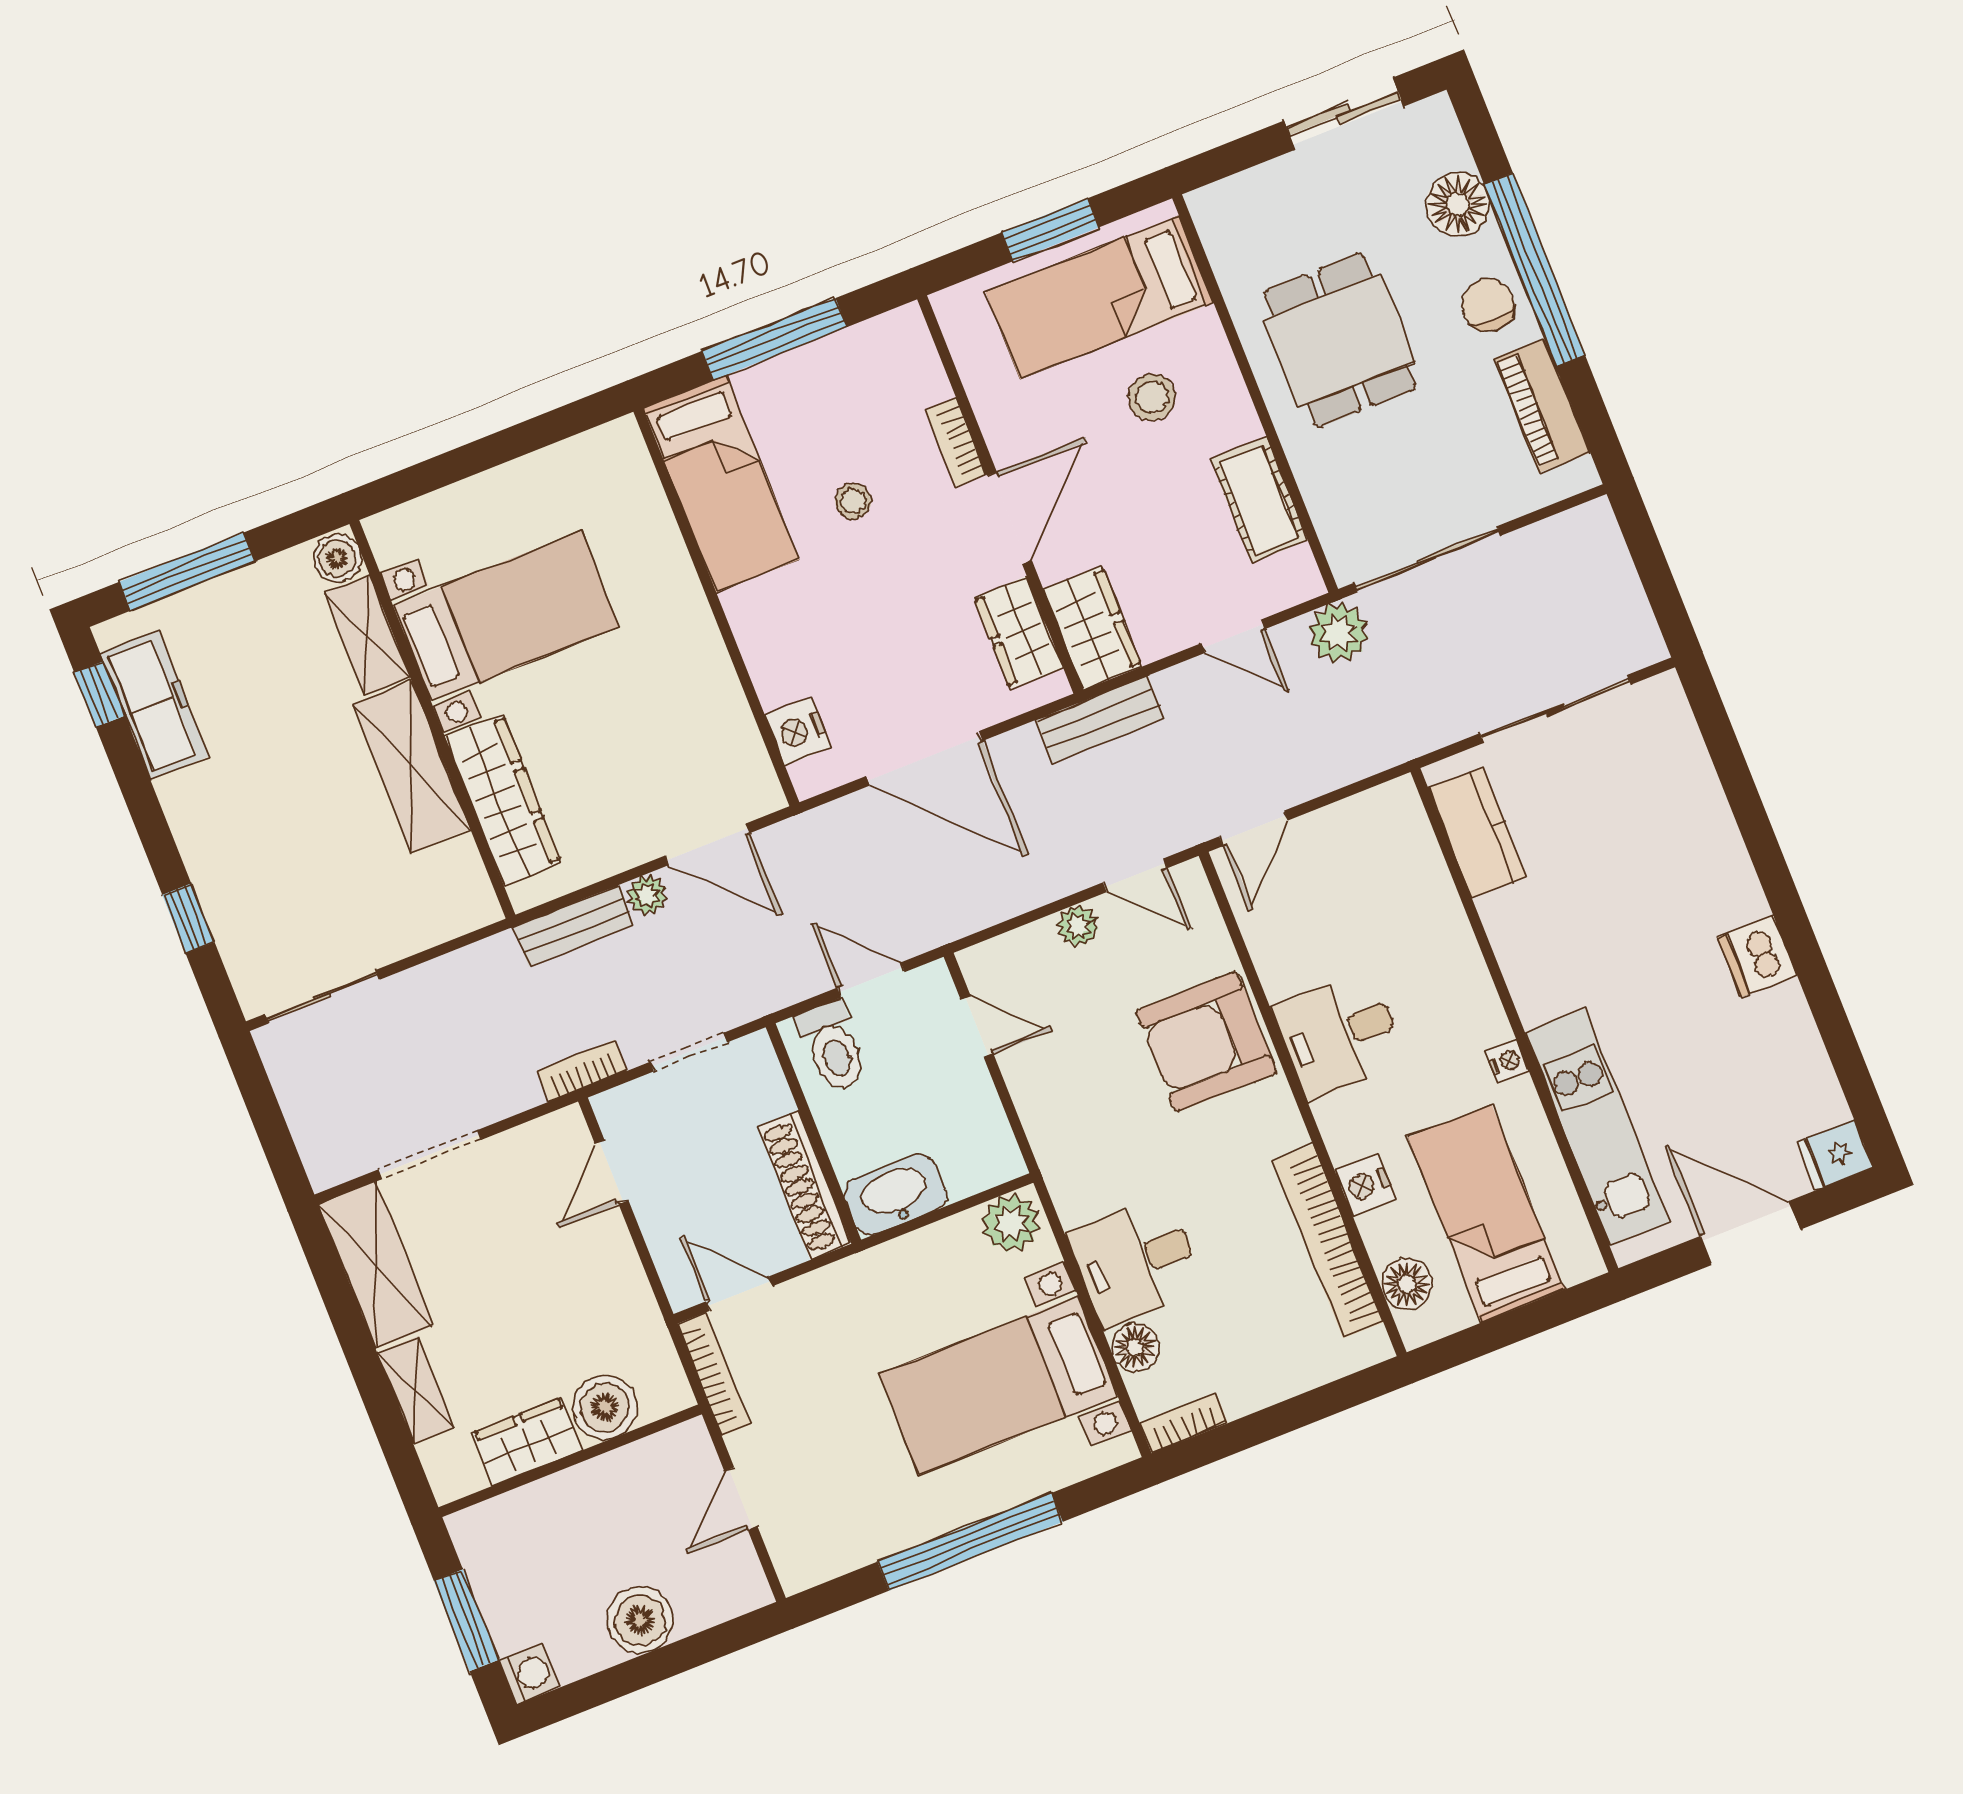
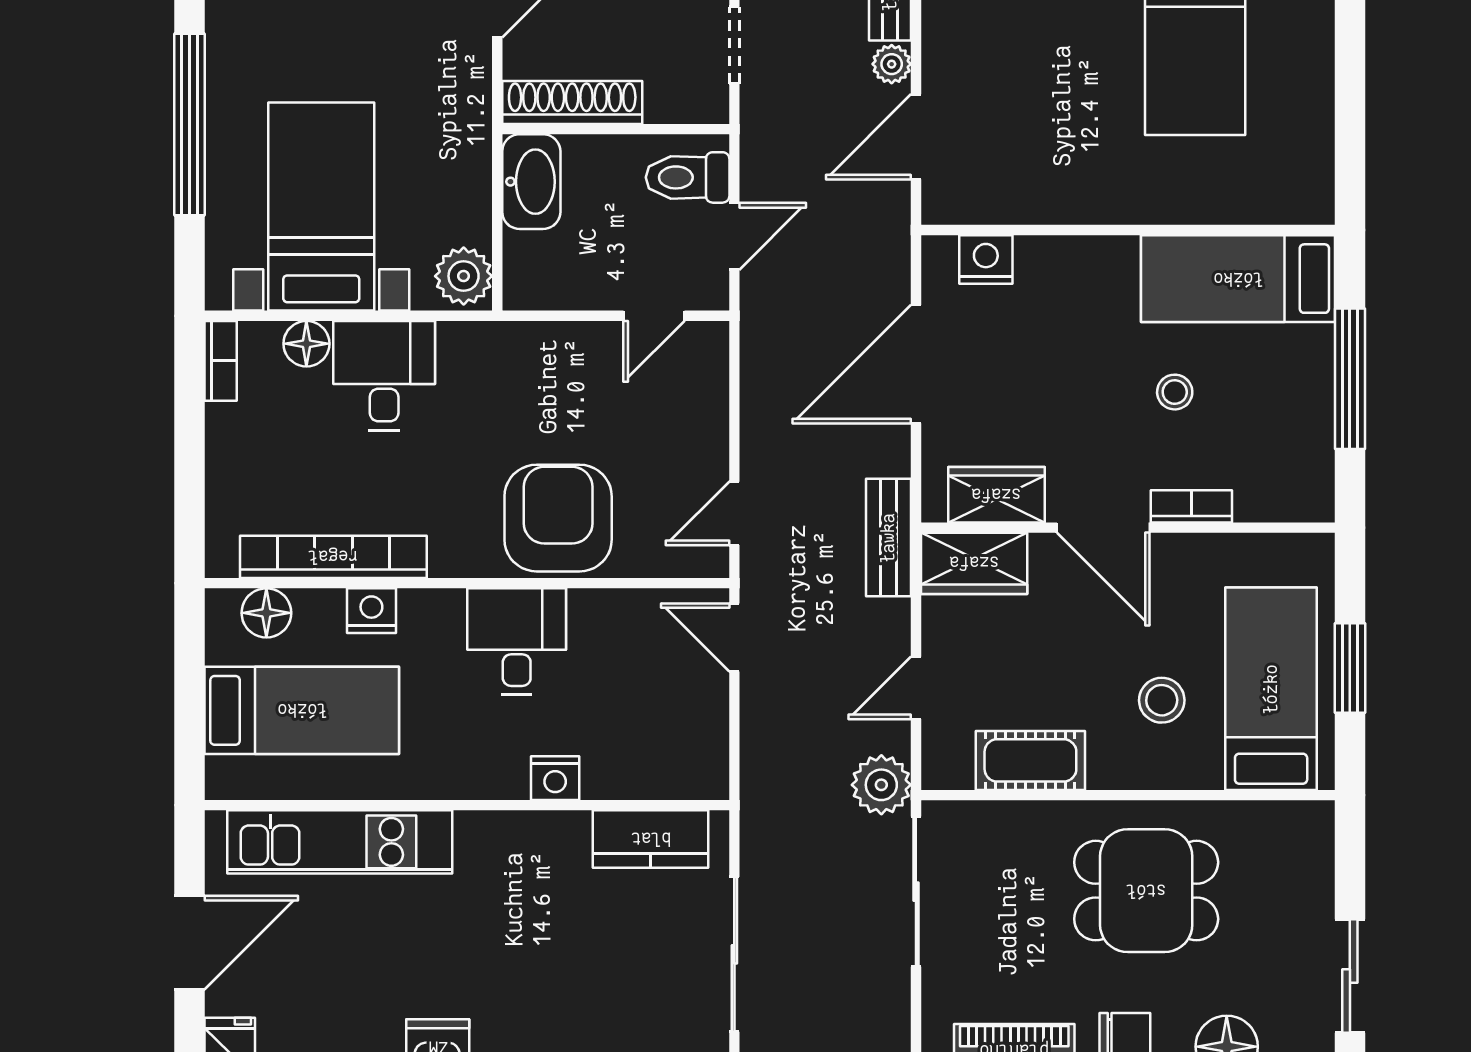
plant: (1078, 926) -> (709, 443), removed
nightstand: (1507, 1061) -> (555, 778), moved, width x1.39, depth x1.35

